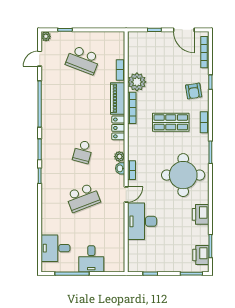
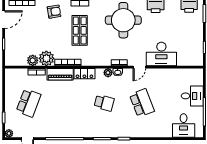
plant: (134, 65) -> (33, 60), added
door: (126, 195) -> (139, 67), swing flipped

